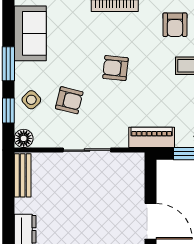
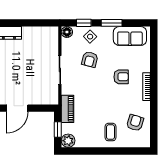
armchair: (175, 25) -> (135, 123), turned 107
armchair: (115, 68) -> (121, 77), moved, turned 84
bench: (23, 175) -> (45, 31), removed

